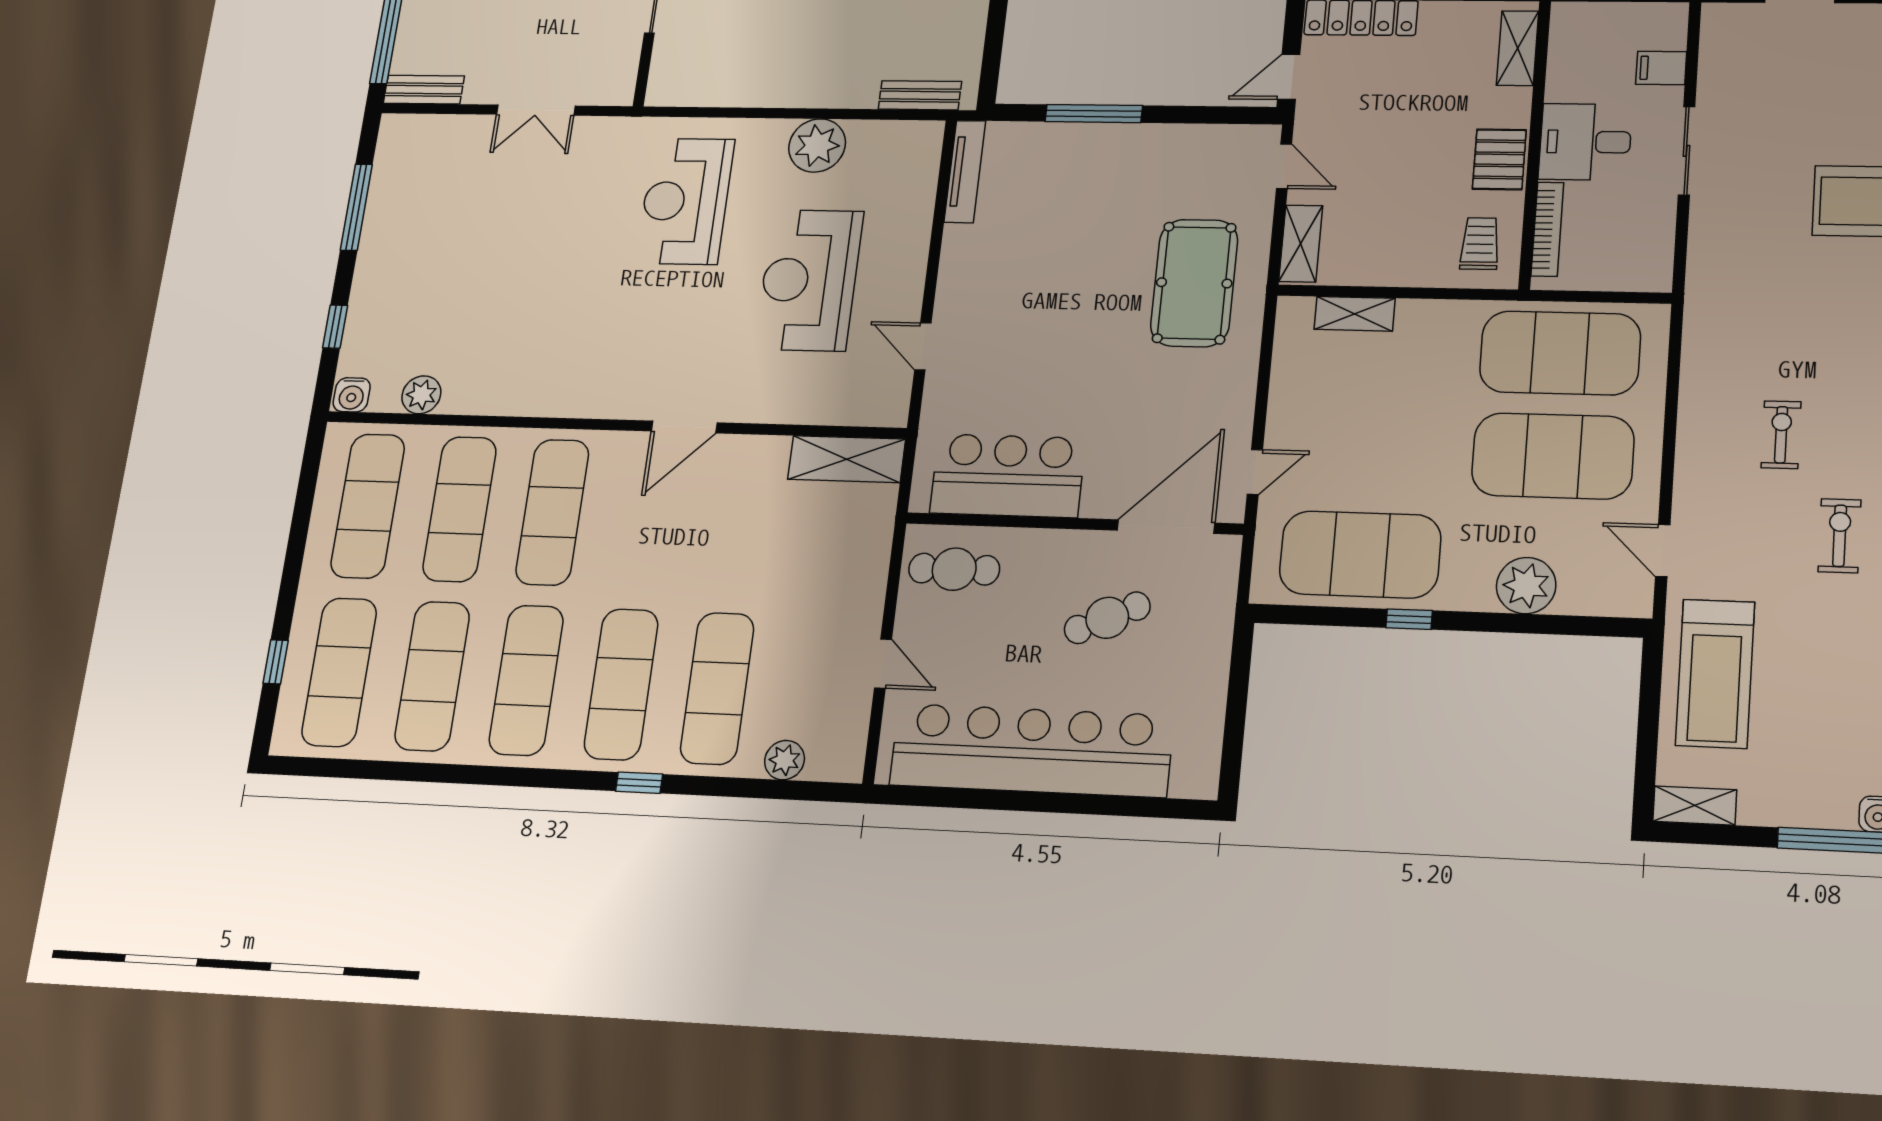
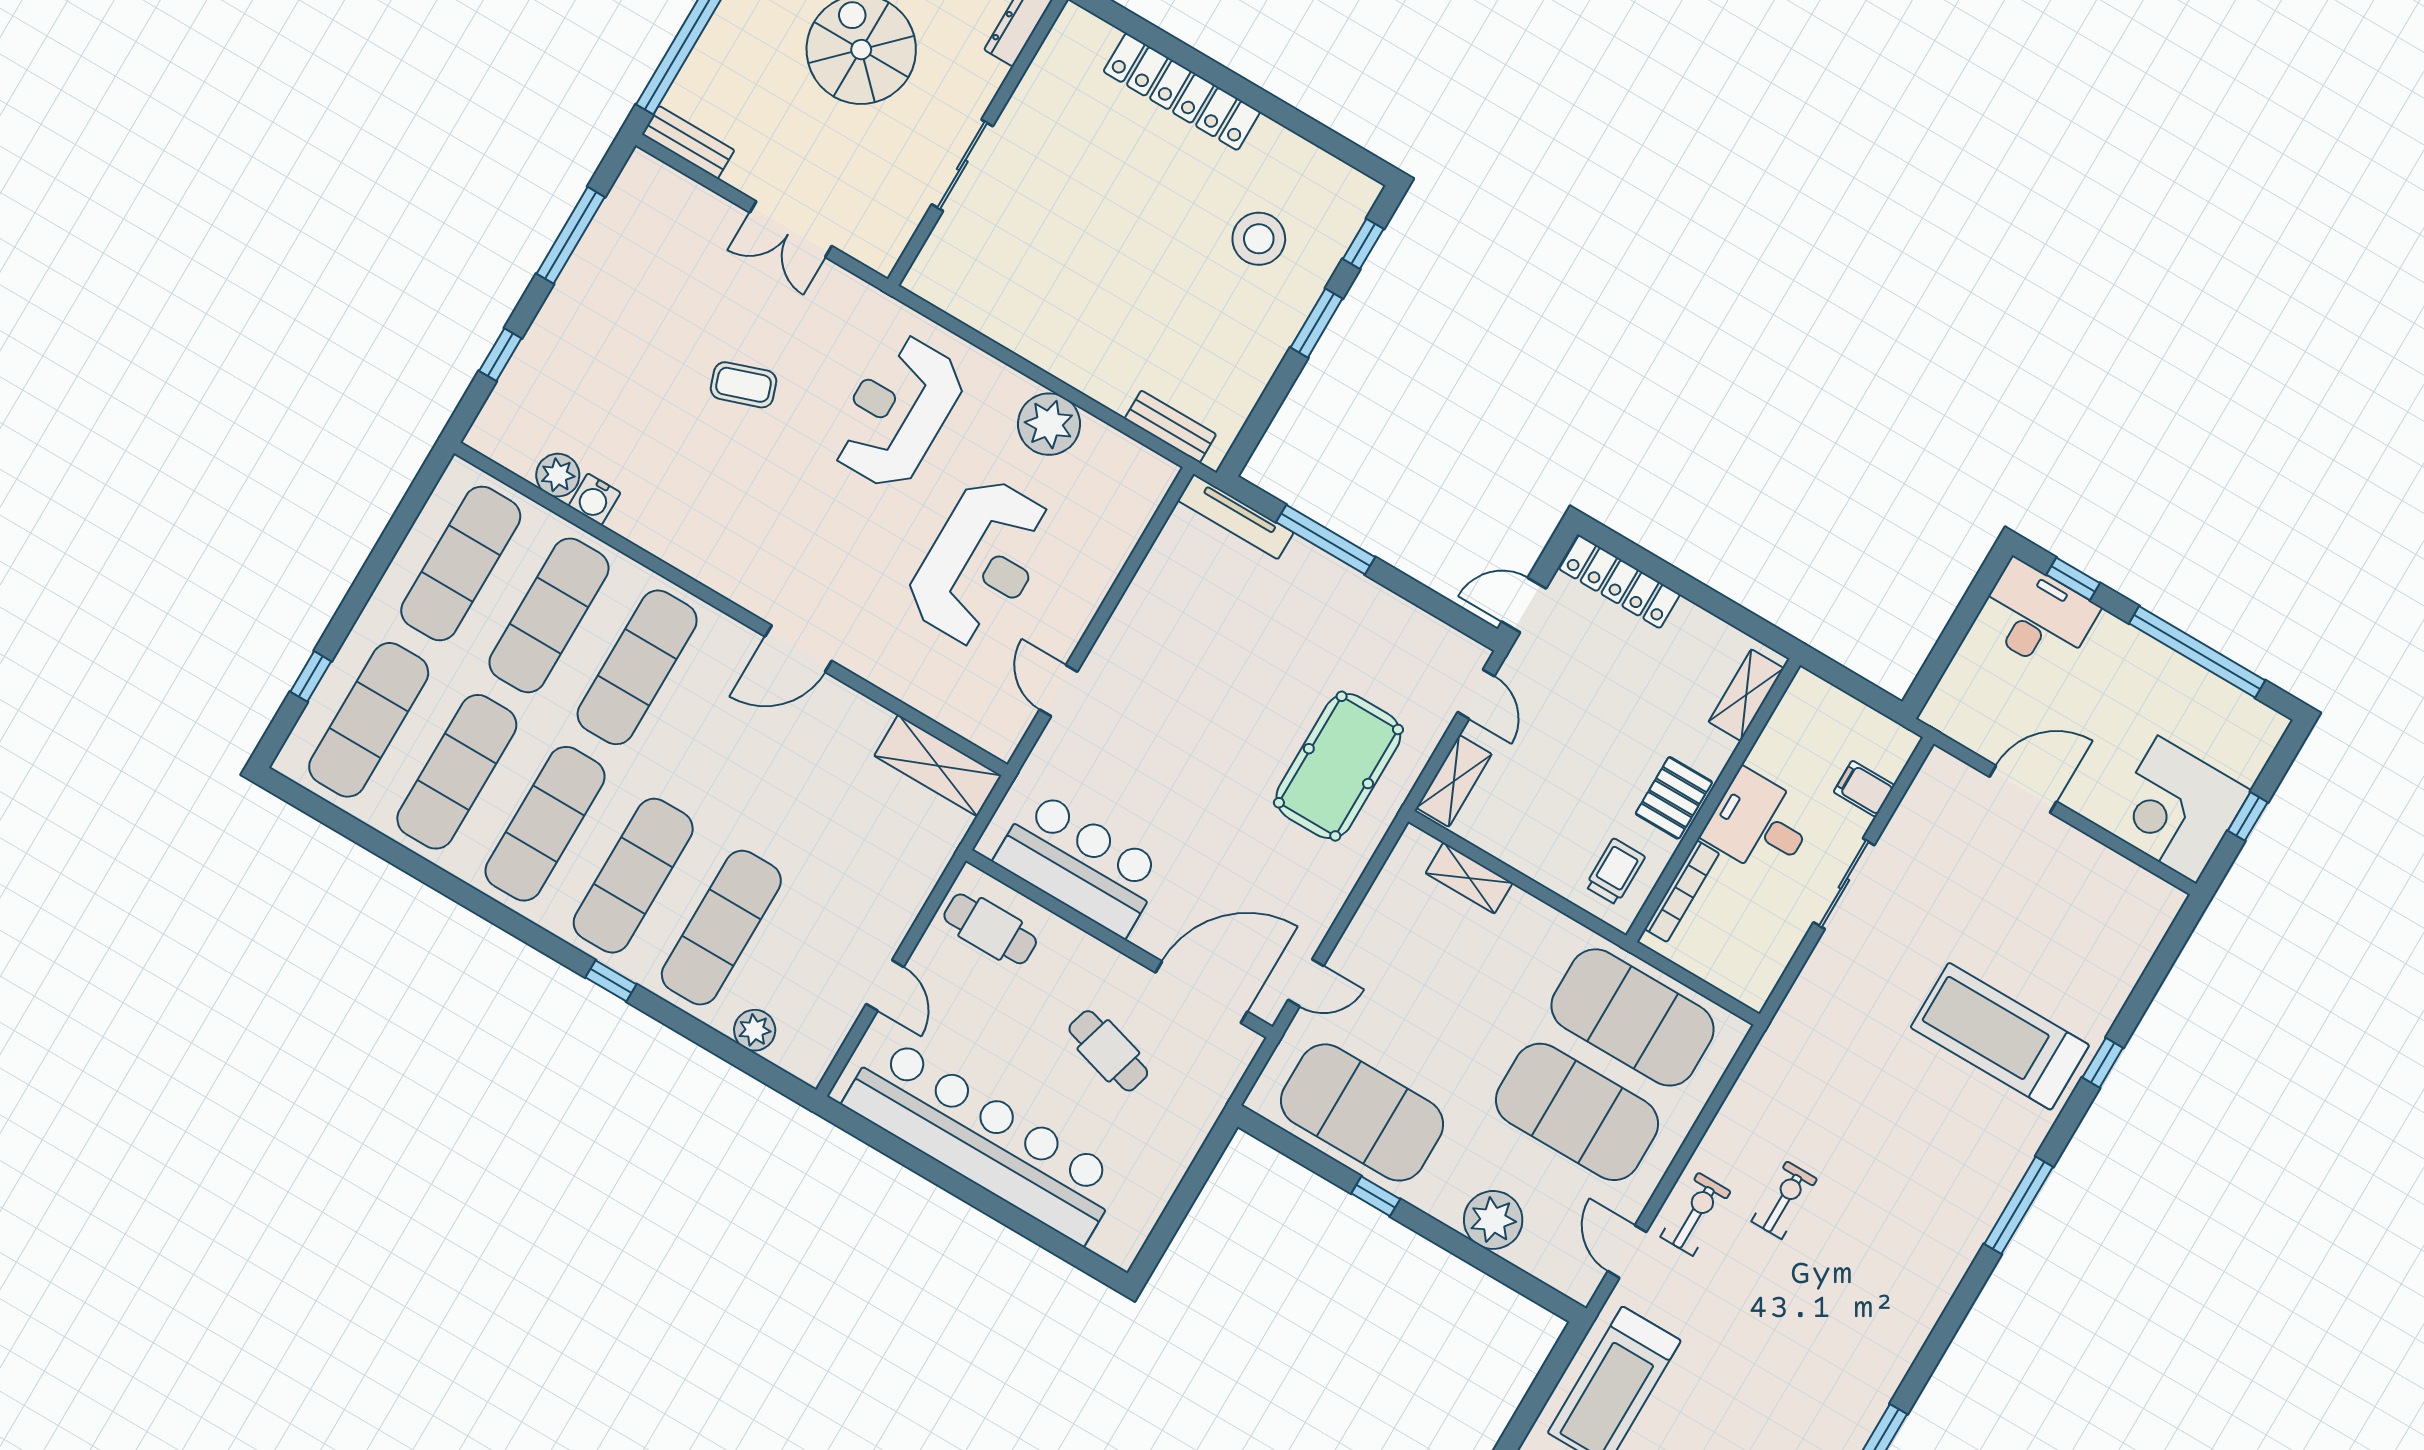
tv unit: (965, 171) -> (1236, 517), moved, turned 90
coffee table: (548, 246) -> (744, 385), added
reception desk: (809, 280) -> (981, 562), turned 180
water cooler: (352, 395) -> (594, 499), moved
exercise bike: (1840, 536) -> (1696, 1214), moved
cafe table: (1107, 618) -> (1108, 1051), turned 41

